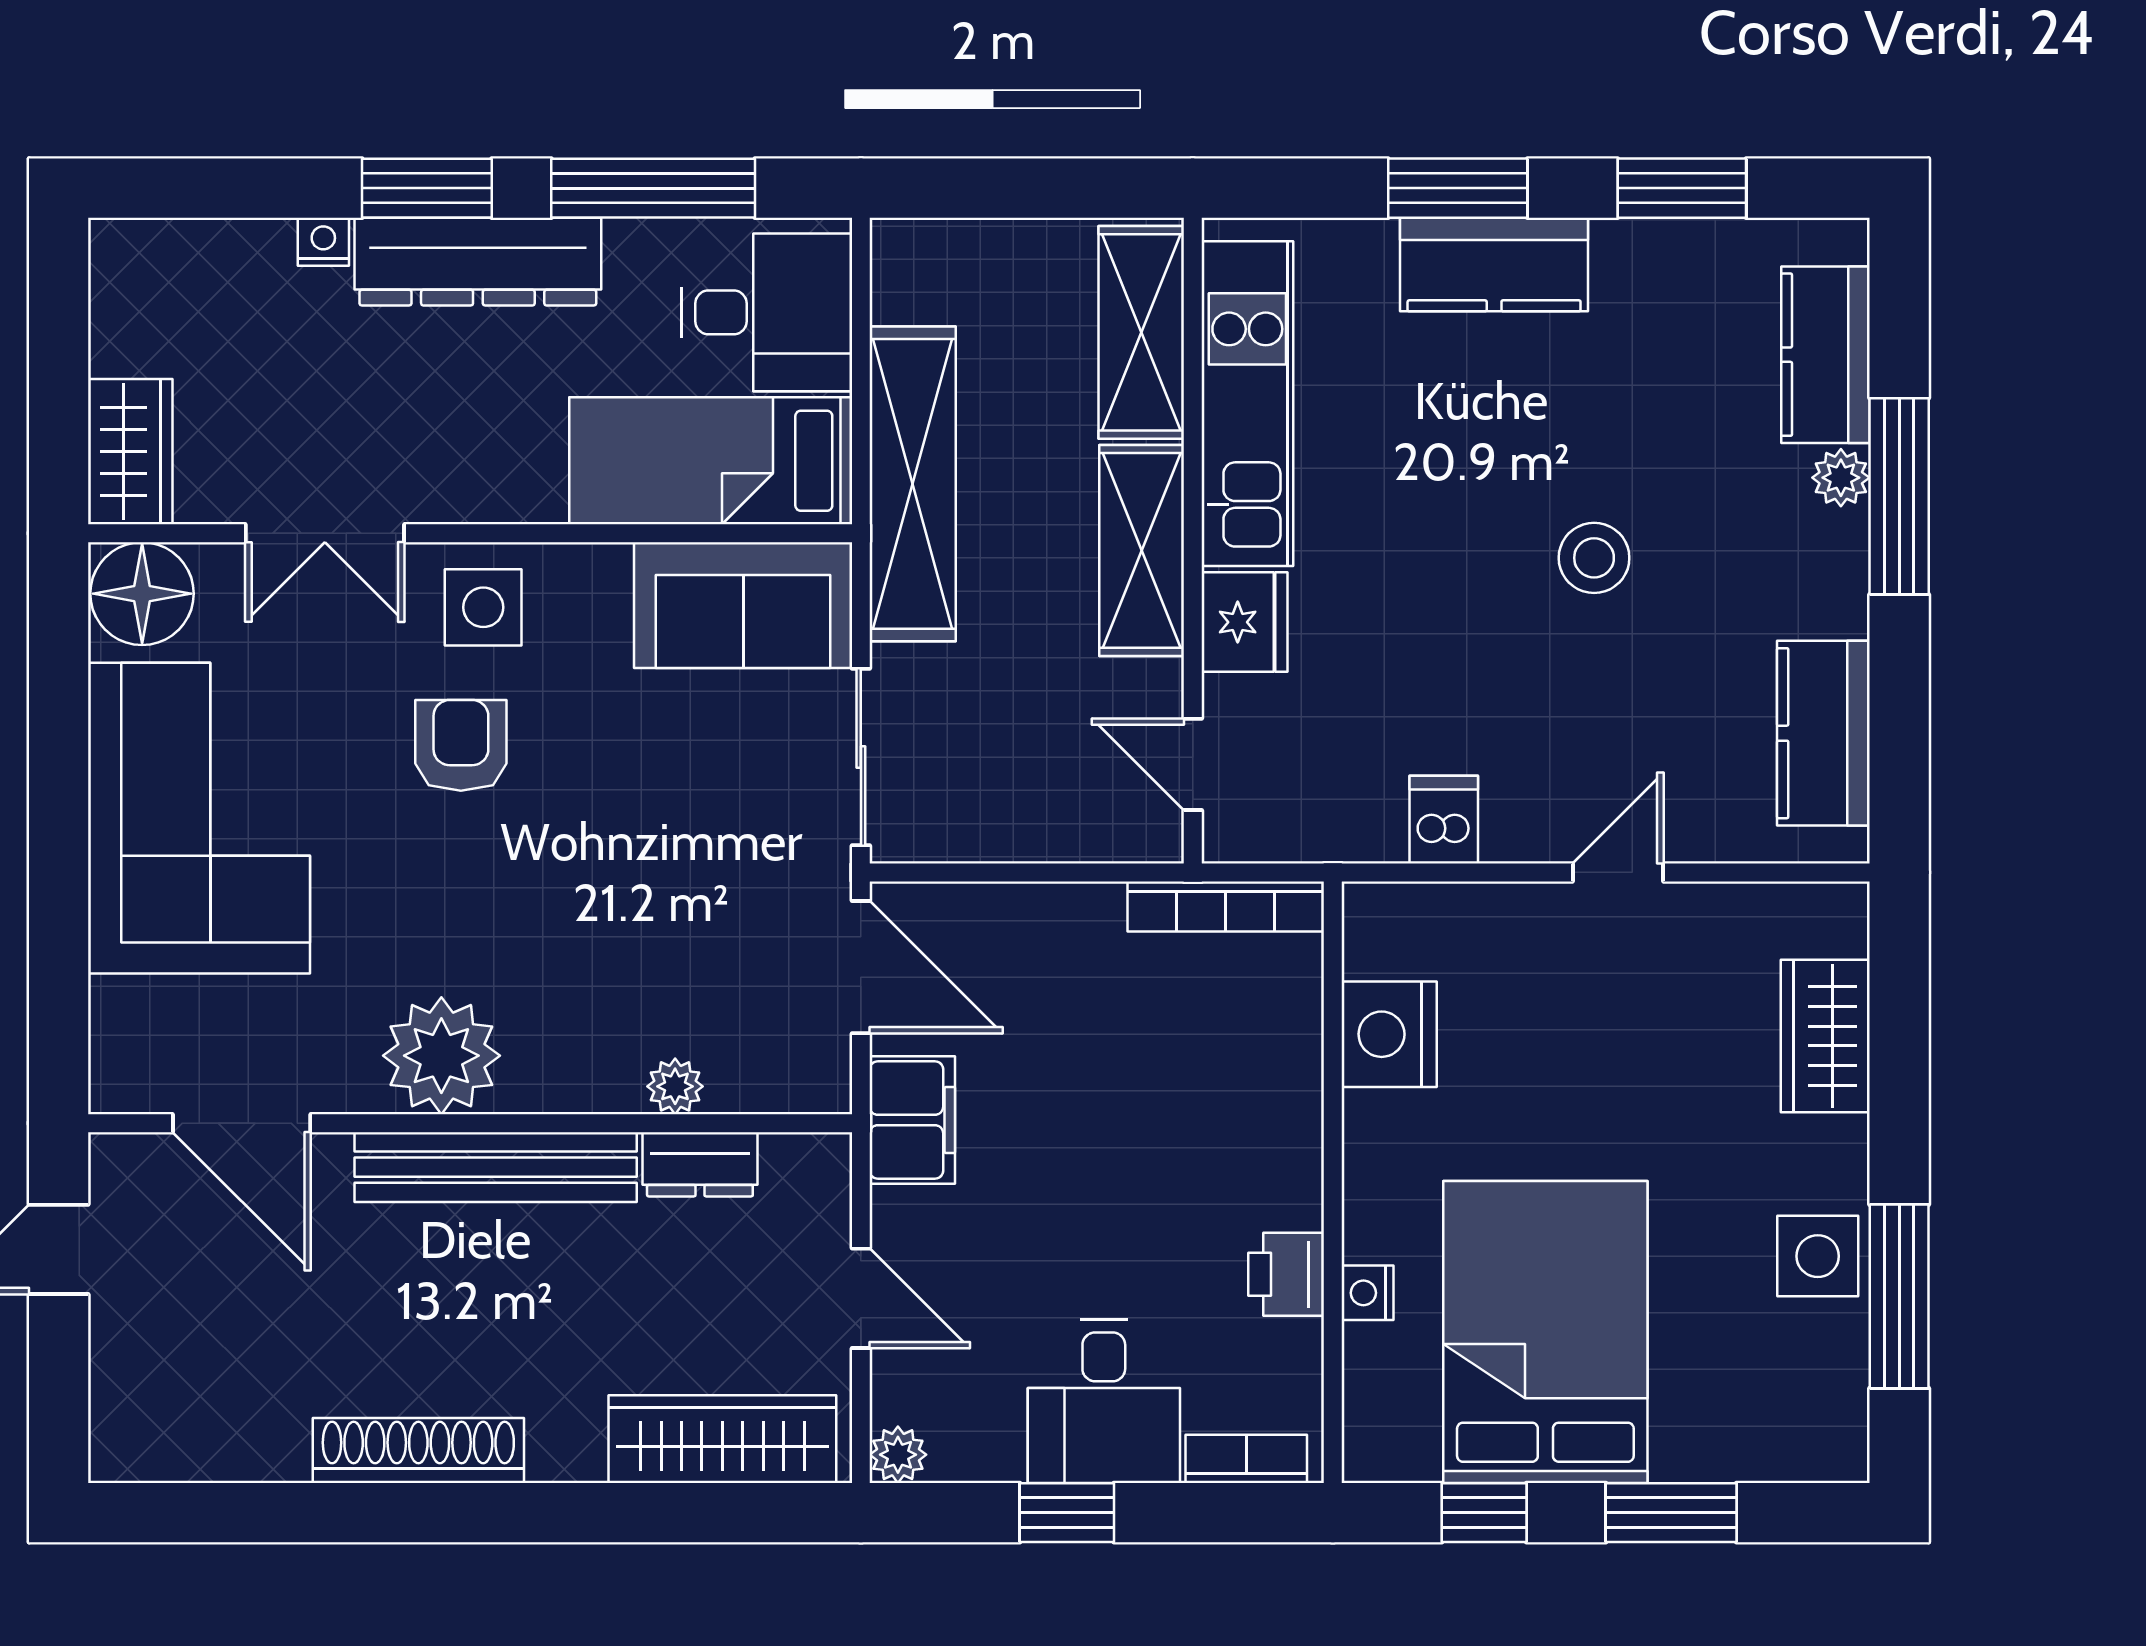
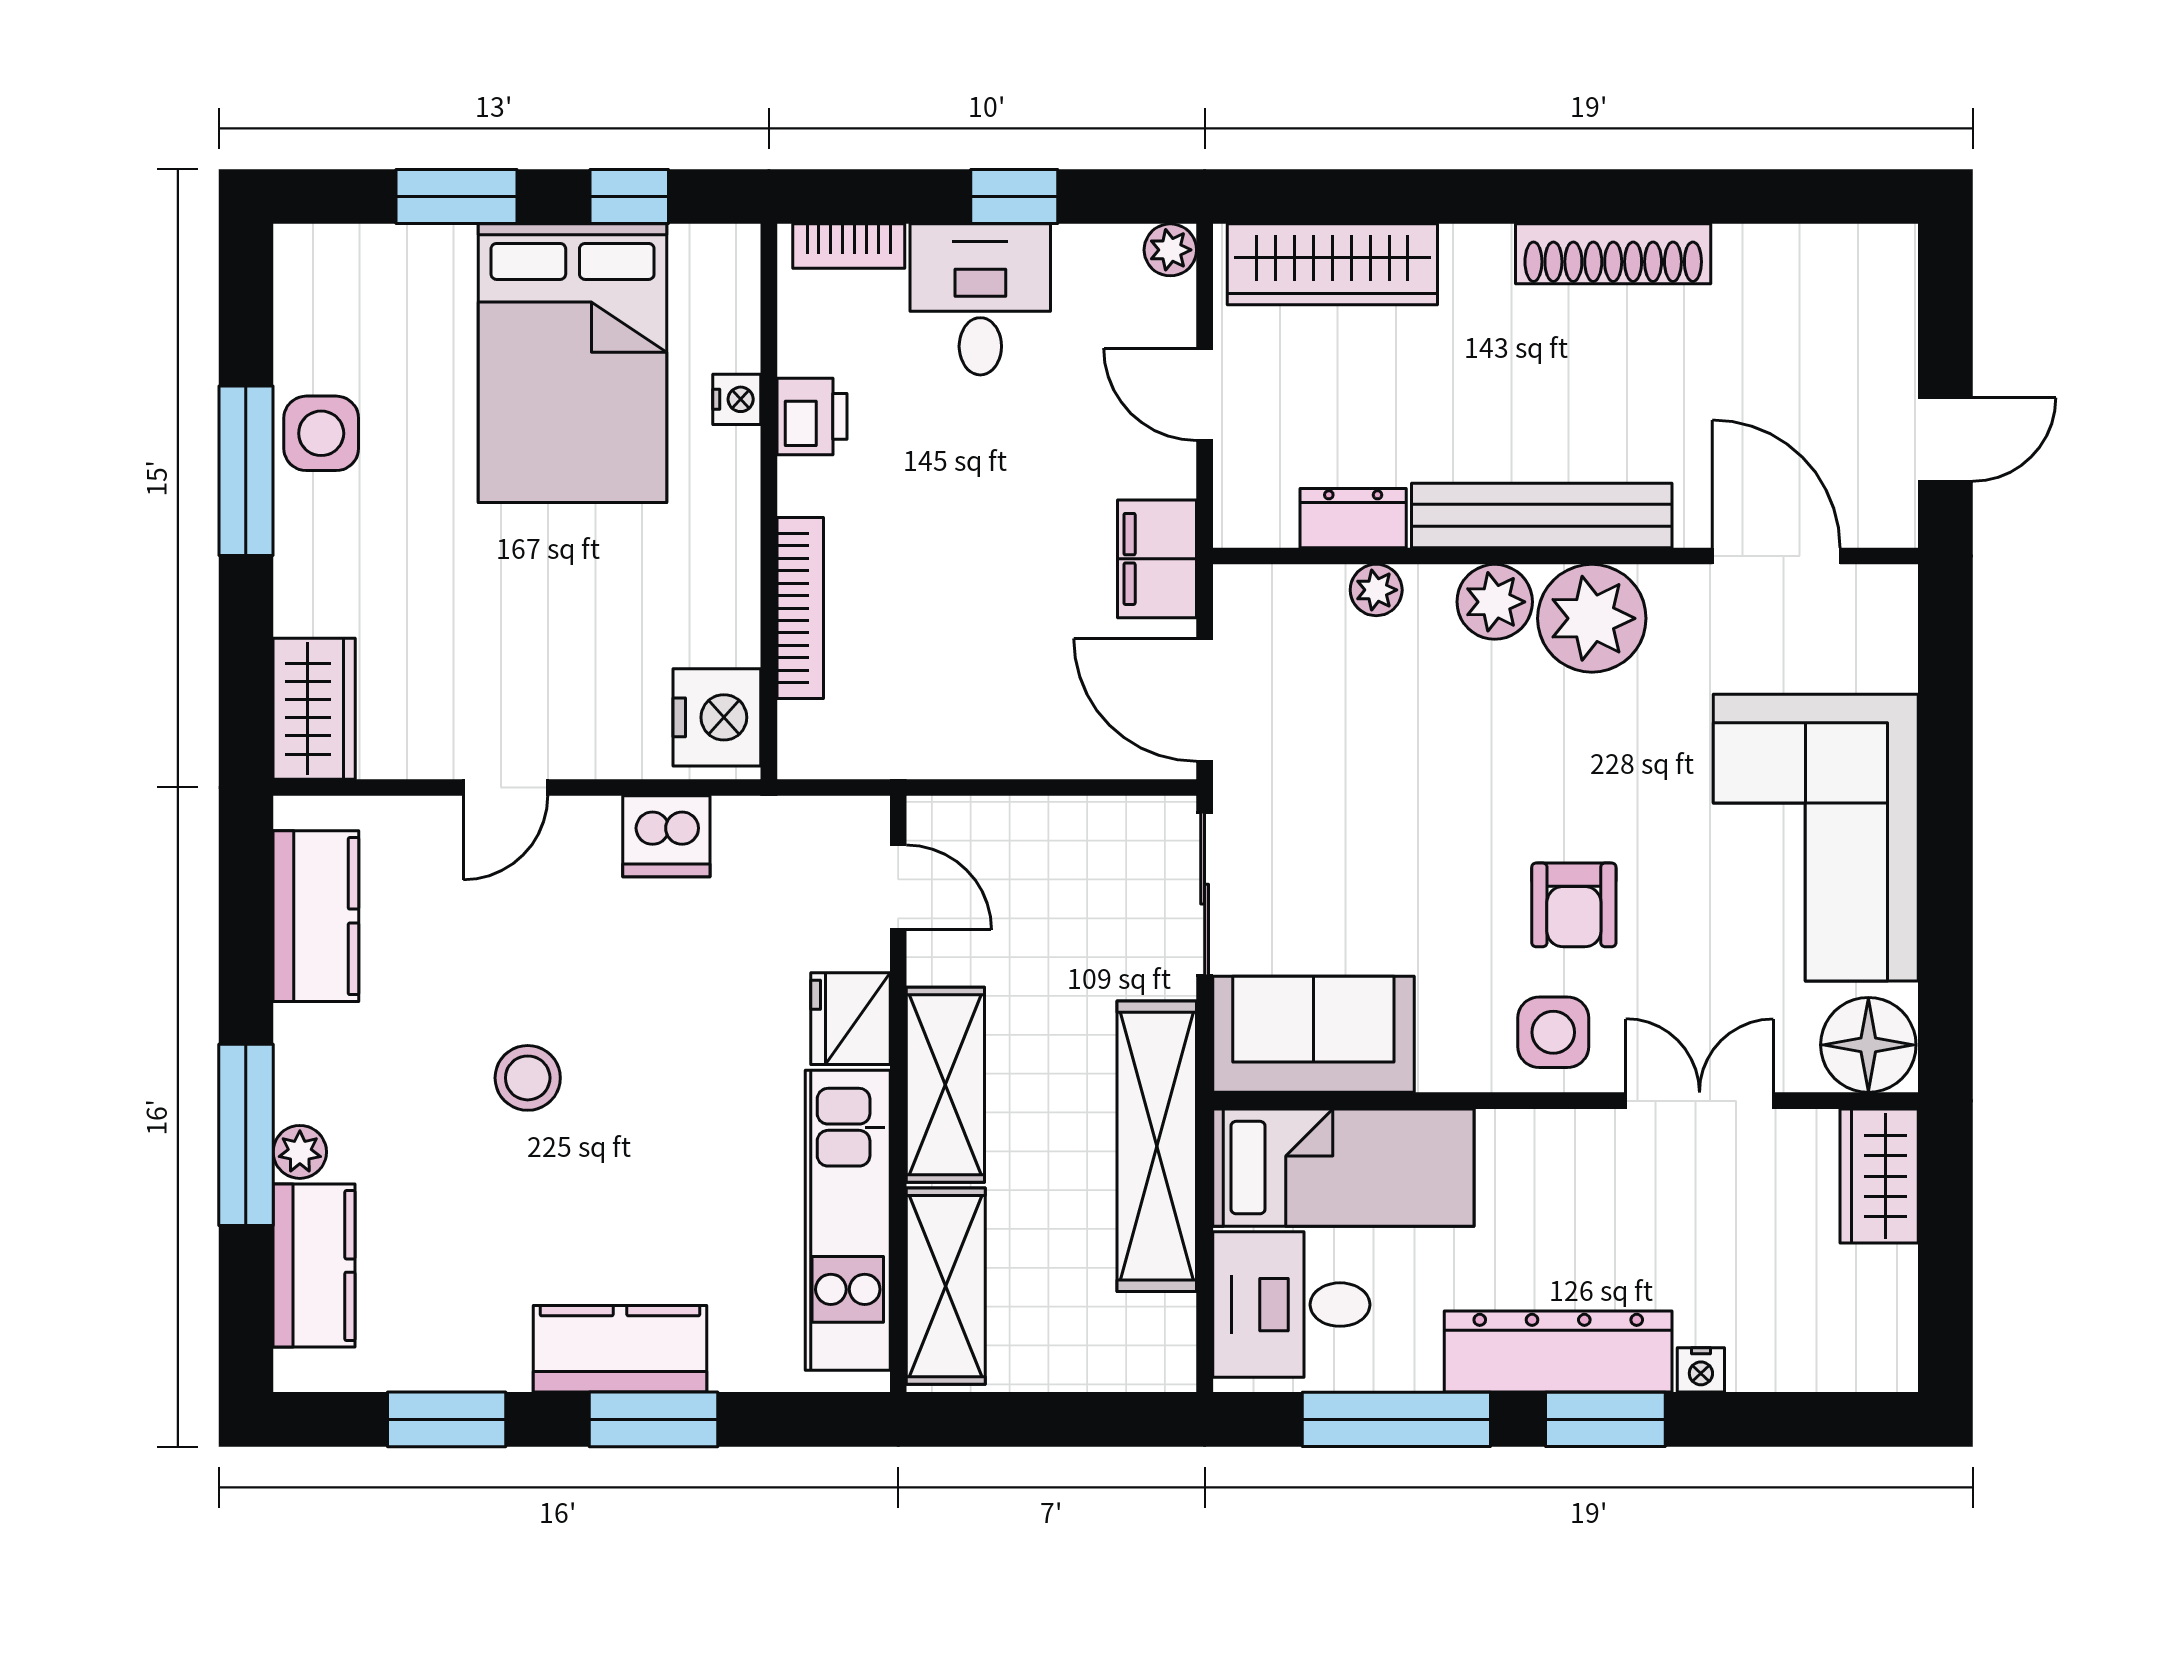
dishwasher: (1444, 820) -> (666, 836), width x1.38
bookcase: (1226, 906) -> (800, 608), moved, turned 90
nightstand: (1389, 1034) -> (717, 717), moved
wardrobe: (1825, 1036) -> (314, 709), moved
plant: (547, 1074) -> (1495, 602), added
window: (1899, 1296) -> (246, 471), moved

